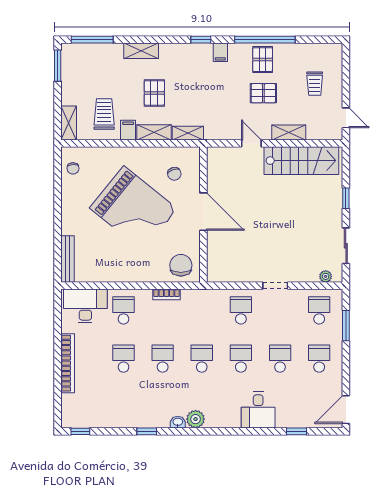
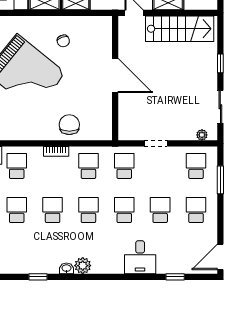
door: (203, 212) -> (115, 75), moved
wall: (203, 214) -> (115, 78), moved
school desk: (202, 310) -> (88, 166), added

